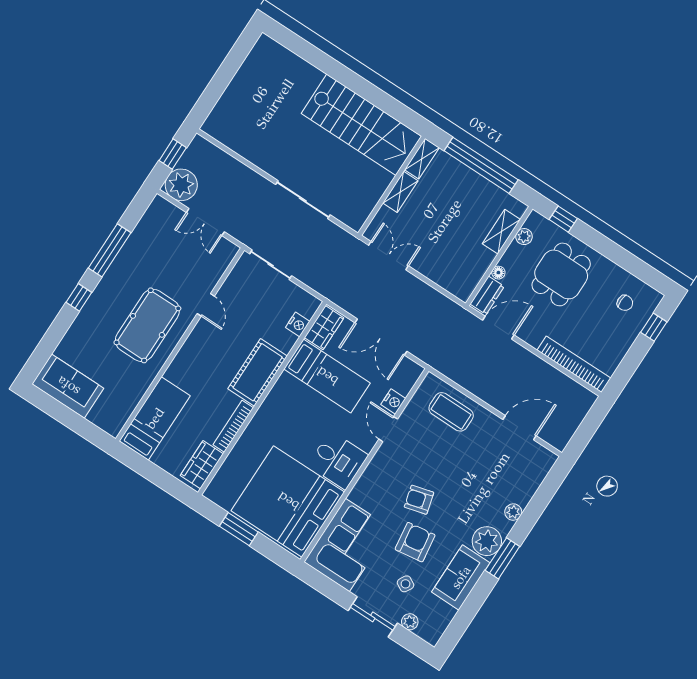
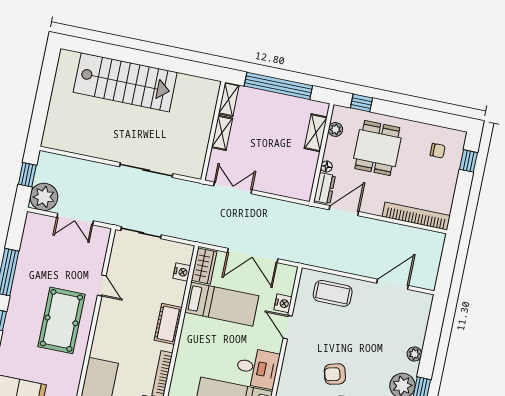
stairs: (361, 125) -> (125, 82), moved
cot: (258, 372) -> (168, 324), width x0.73, depth x0.75

